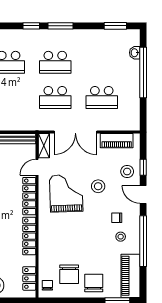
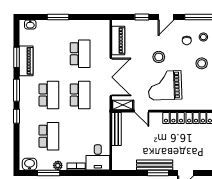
window: (115, 26) -> (17, 57), moved
piano: (94, 37) -> (26, 61), added
washbasin: (135, 53) -> (30, 24), moved
window: (143, 72) -> (58, 17), width x0.47
stool: (127, 171) -> (202, 63), moved
locker: (29, 196) -> (173, 118), width x0.66

